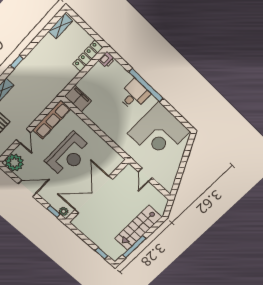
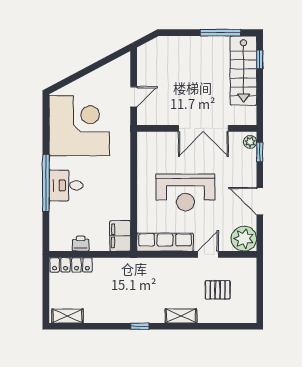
printer: (107, 60) -> (81, 244), moved
reception desk: (69, 155) -> (185, 192), turned 180
double door: (94, 195) -> (203, 128), width x0.73
stairs: (138, 228) -> (243, 70), moved, turned 90

